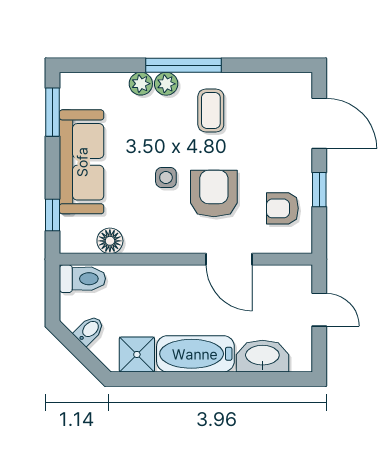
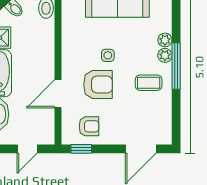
window: (319, 190) -> (81, 149), moved
armchair: (282, 208) -> (89, 126), turned 90
floor lamp: (110, 241) -> (69, 21), removed

